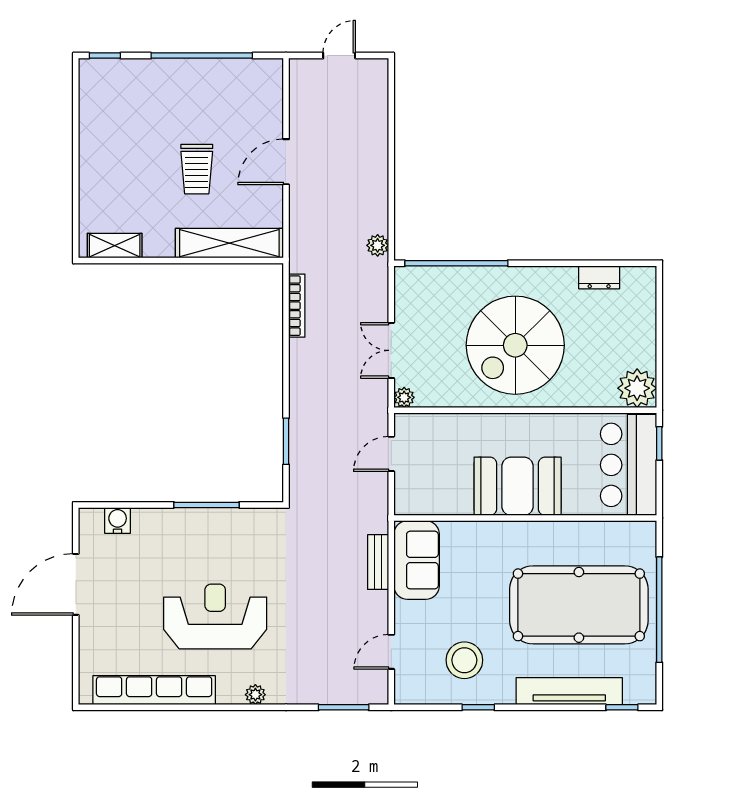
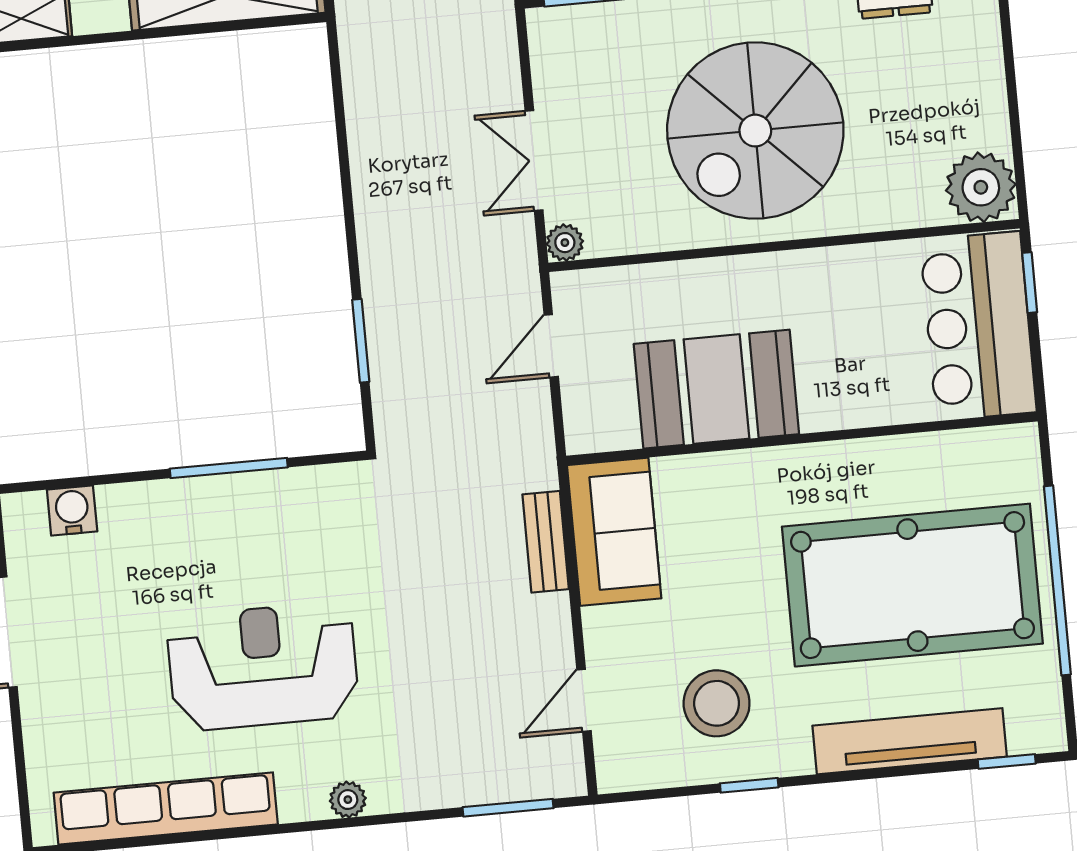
bookcase: (297, 306) -> (357, 96), removed
booth: (518, 486) -> (716, 389), moved

